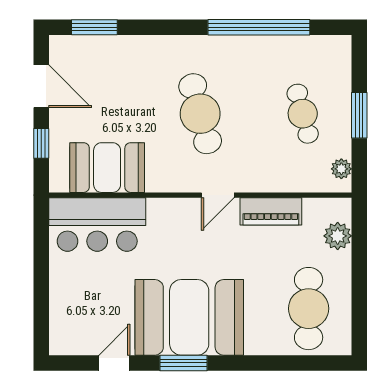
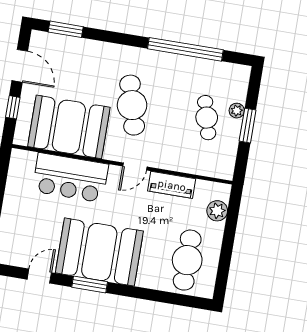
booth: (107, 168) -> (69, 127), width x1.36, depth x1.42
plant: (341, 169) -> (237, 111), moved
bar counter: (97, 225) -> (70, 178), moved

